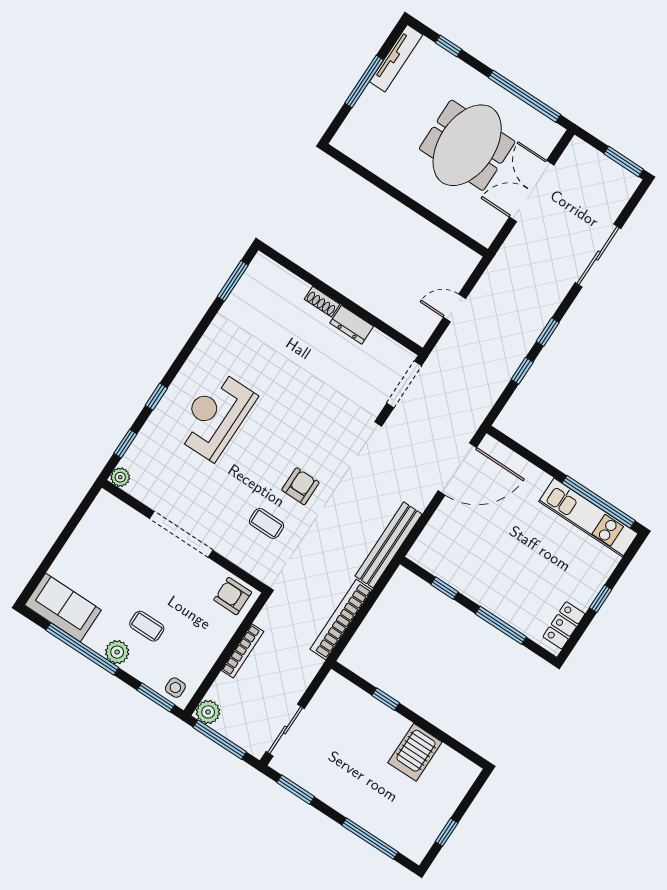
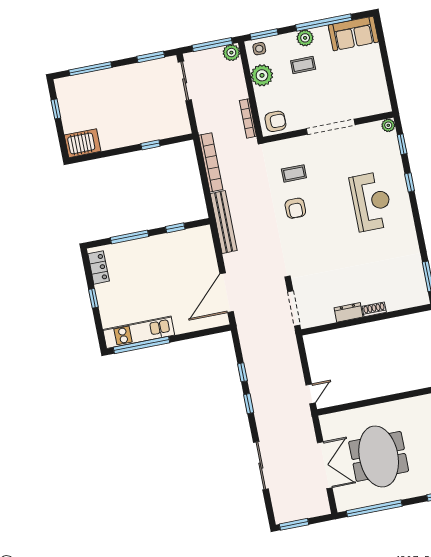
door: (455, 308) -> (311, 394), moved
bookcase: (242, 651) -> (248, 118), moved
plant: (200, 657) -> (262, 75), added
server rack: (415, 752) -> (83, 143), moved, turned 90

